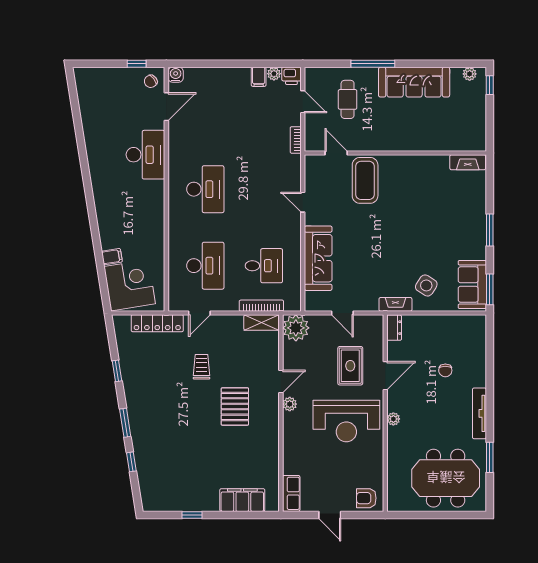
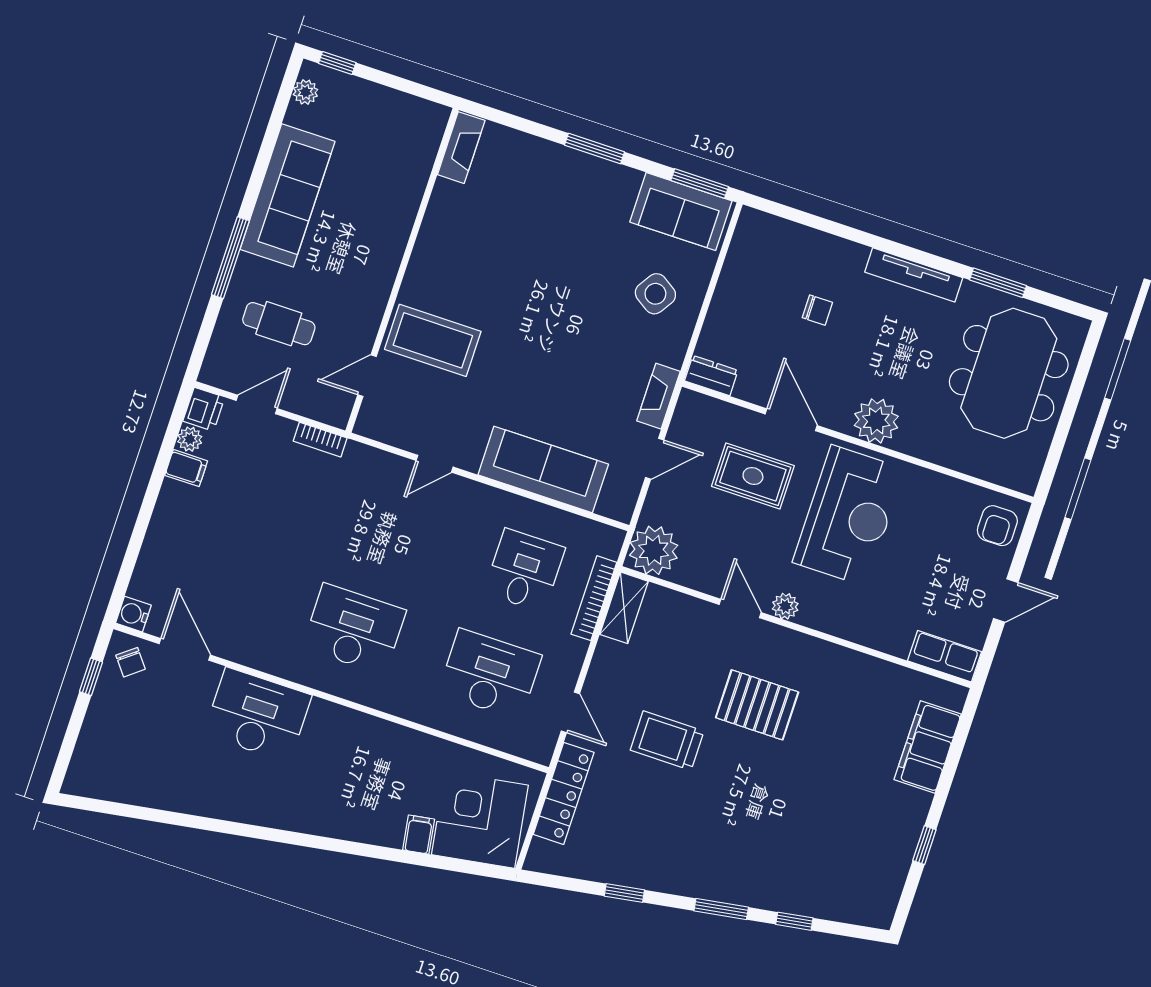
fireplace: (395, 304) -> (658, 396), moved
trolley: (202, 367) -> (667, 741), width x1.36, depth x1.39
plant: (393, 419) -> (876, 421), width x1.88, depth x1.88

